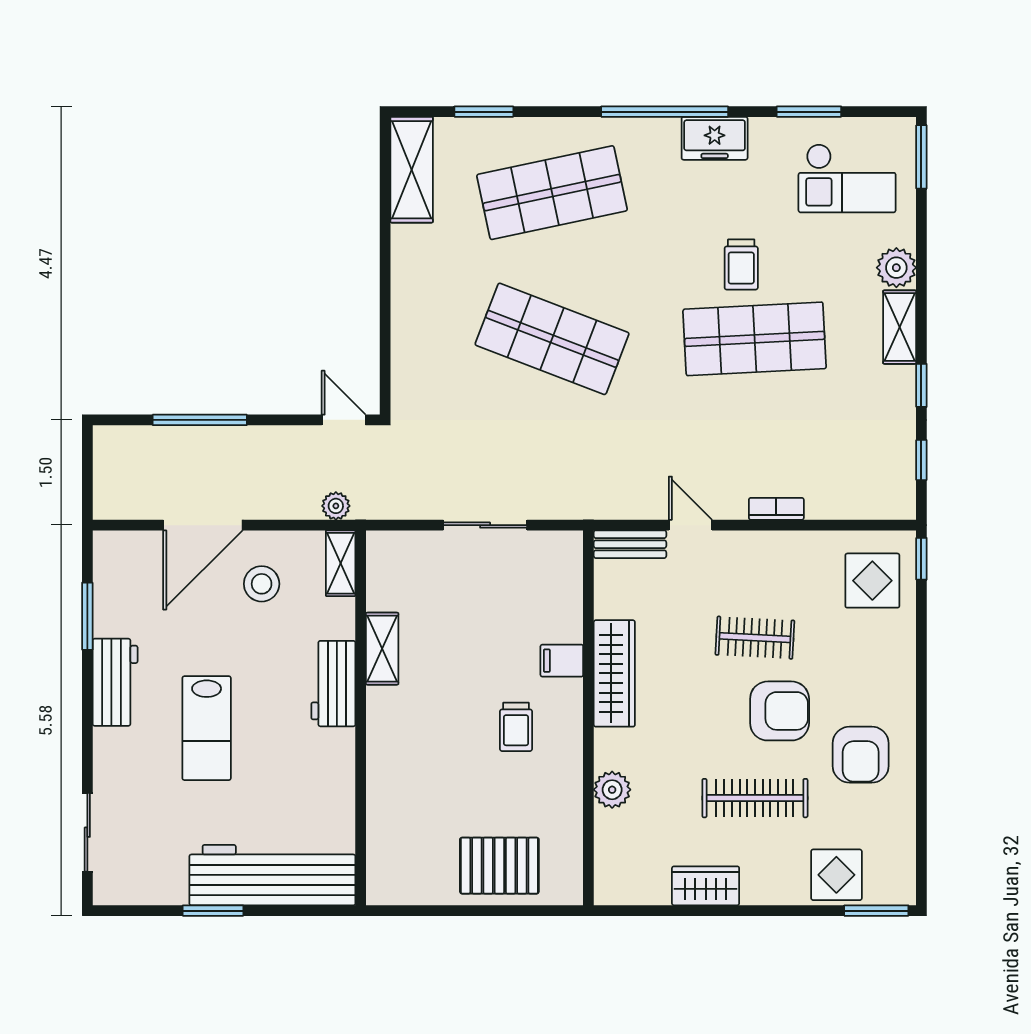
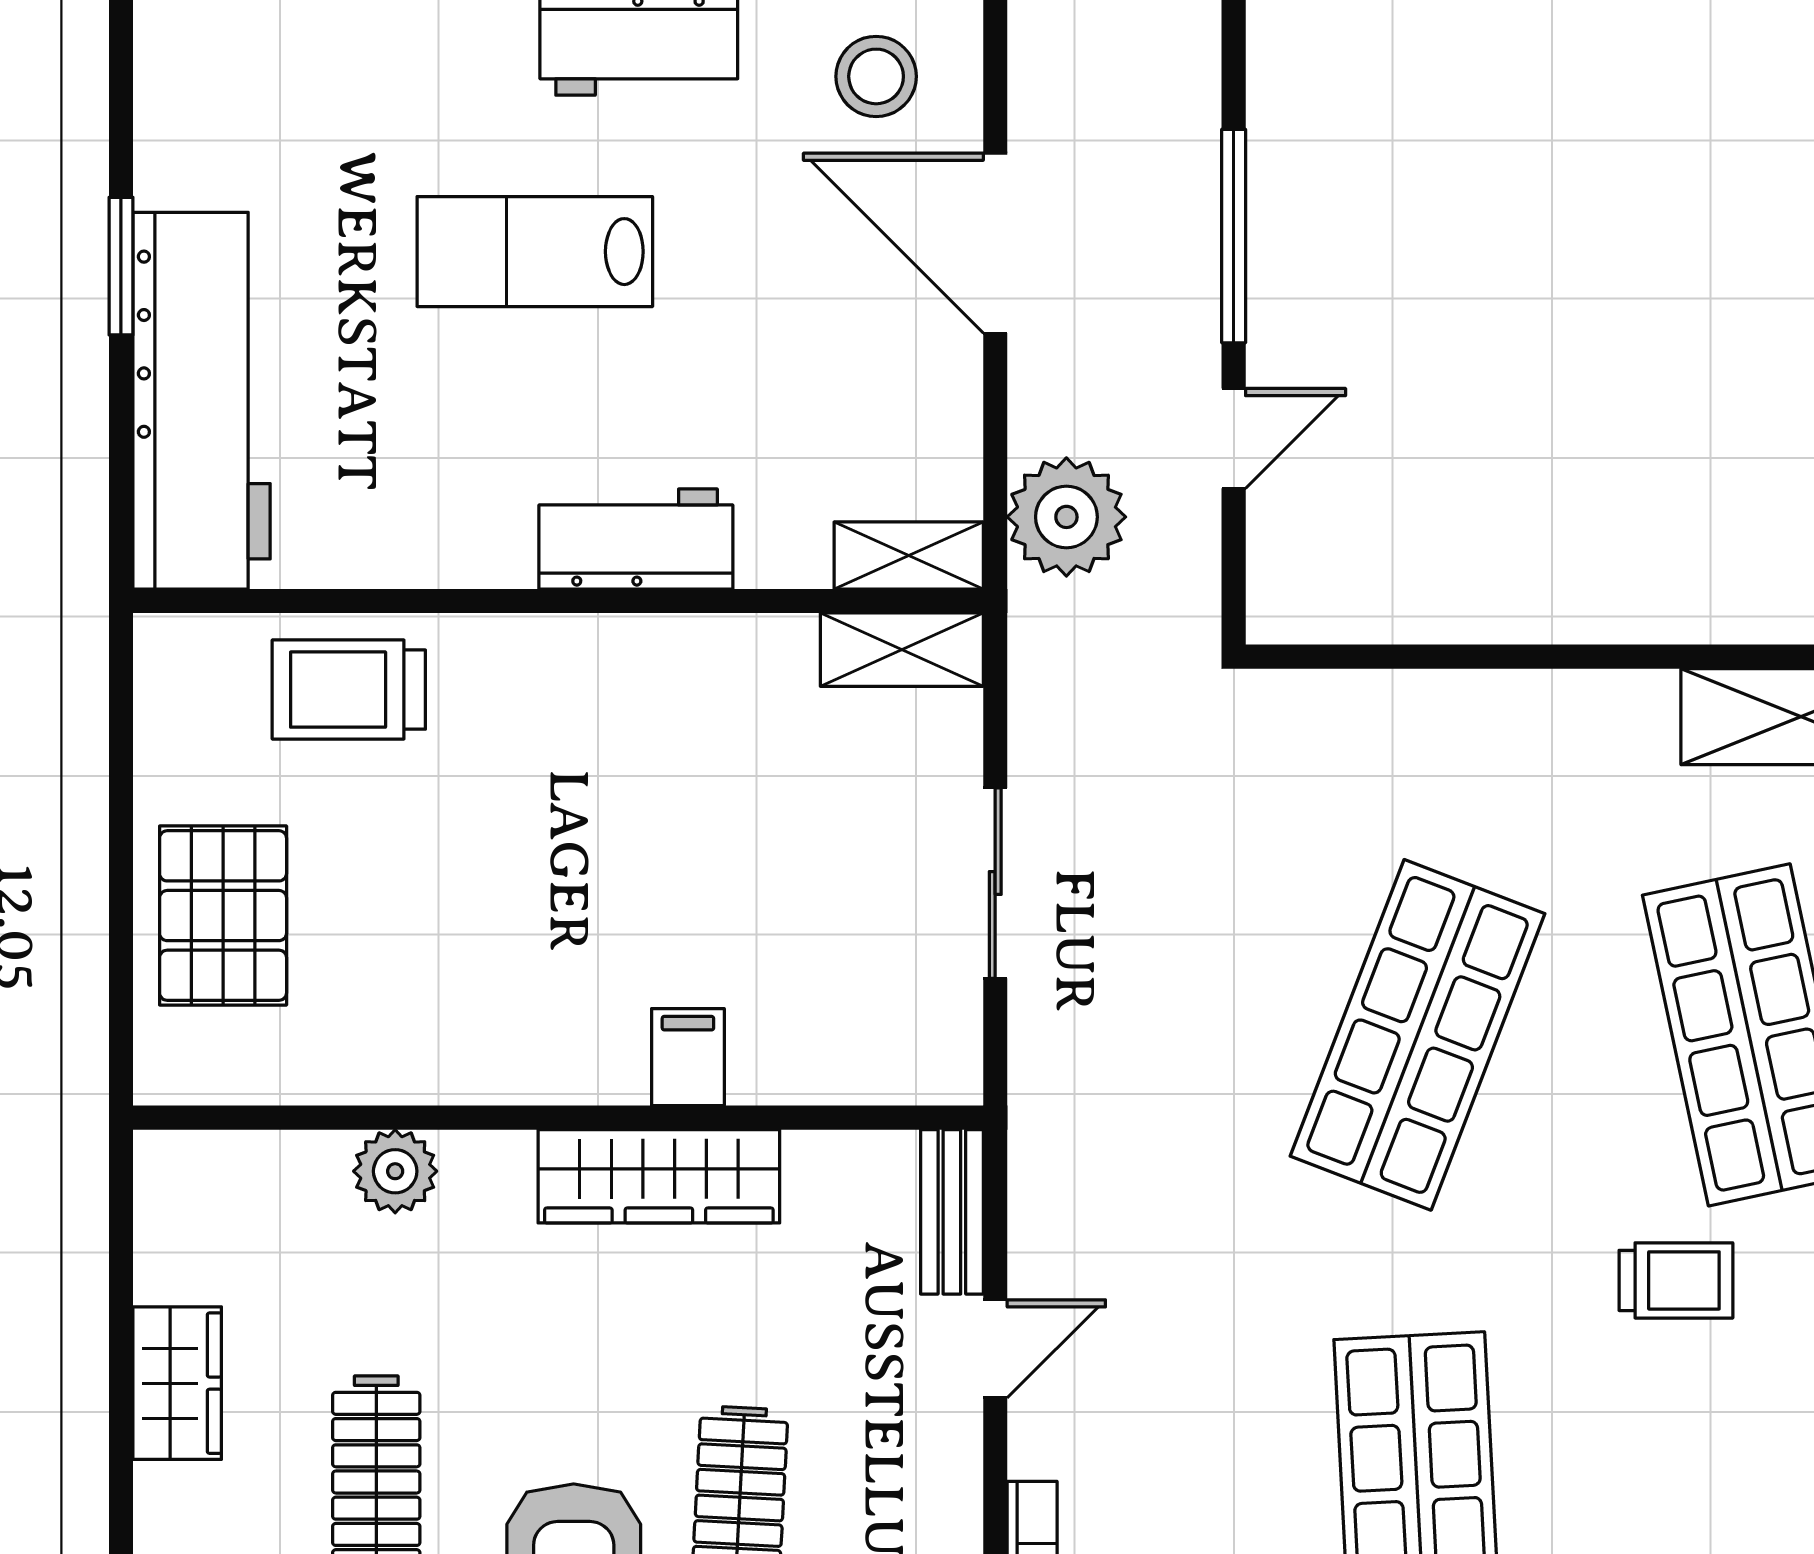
trolley: (741, 264) -> (1676, 1280), moved, turned 180
door: (344, 420) -> (1234, 438), moved
plant: (336, 506) -> (1066, 517), width x1.88, depth x1.88
stool: (262, 584) -> (876, 76), moved
shelving: (382, 649) -> (902, 650), moved
trolley: (516, 727) -> (349, 690), moved, width x1.36, depth x1.39

